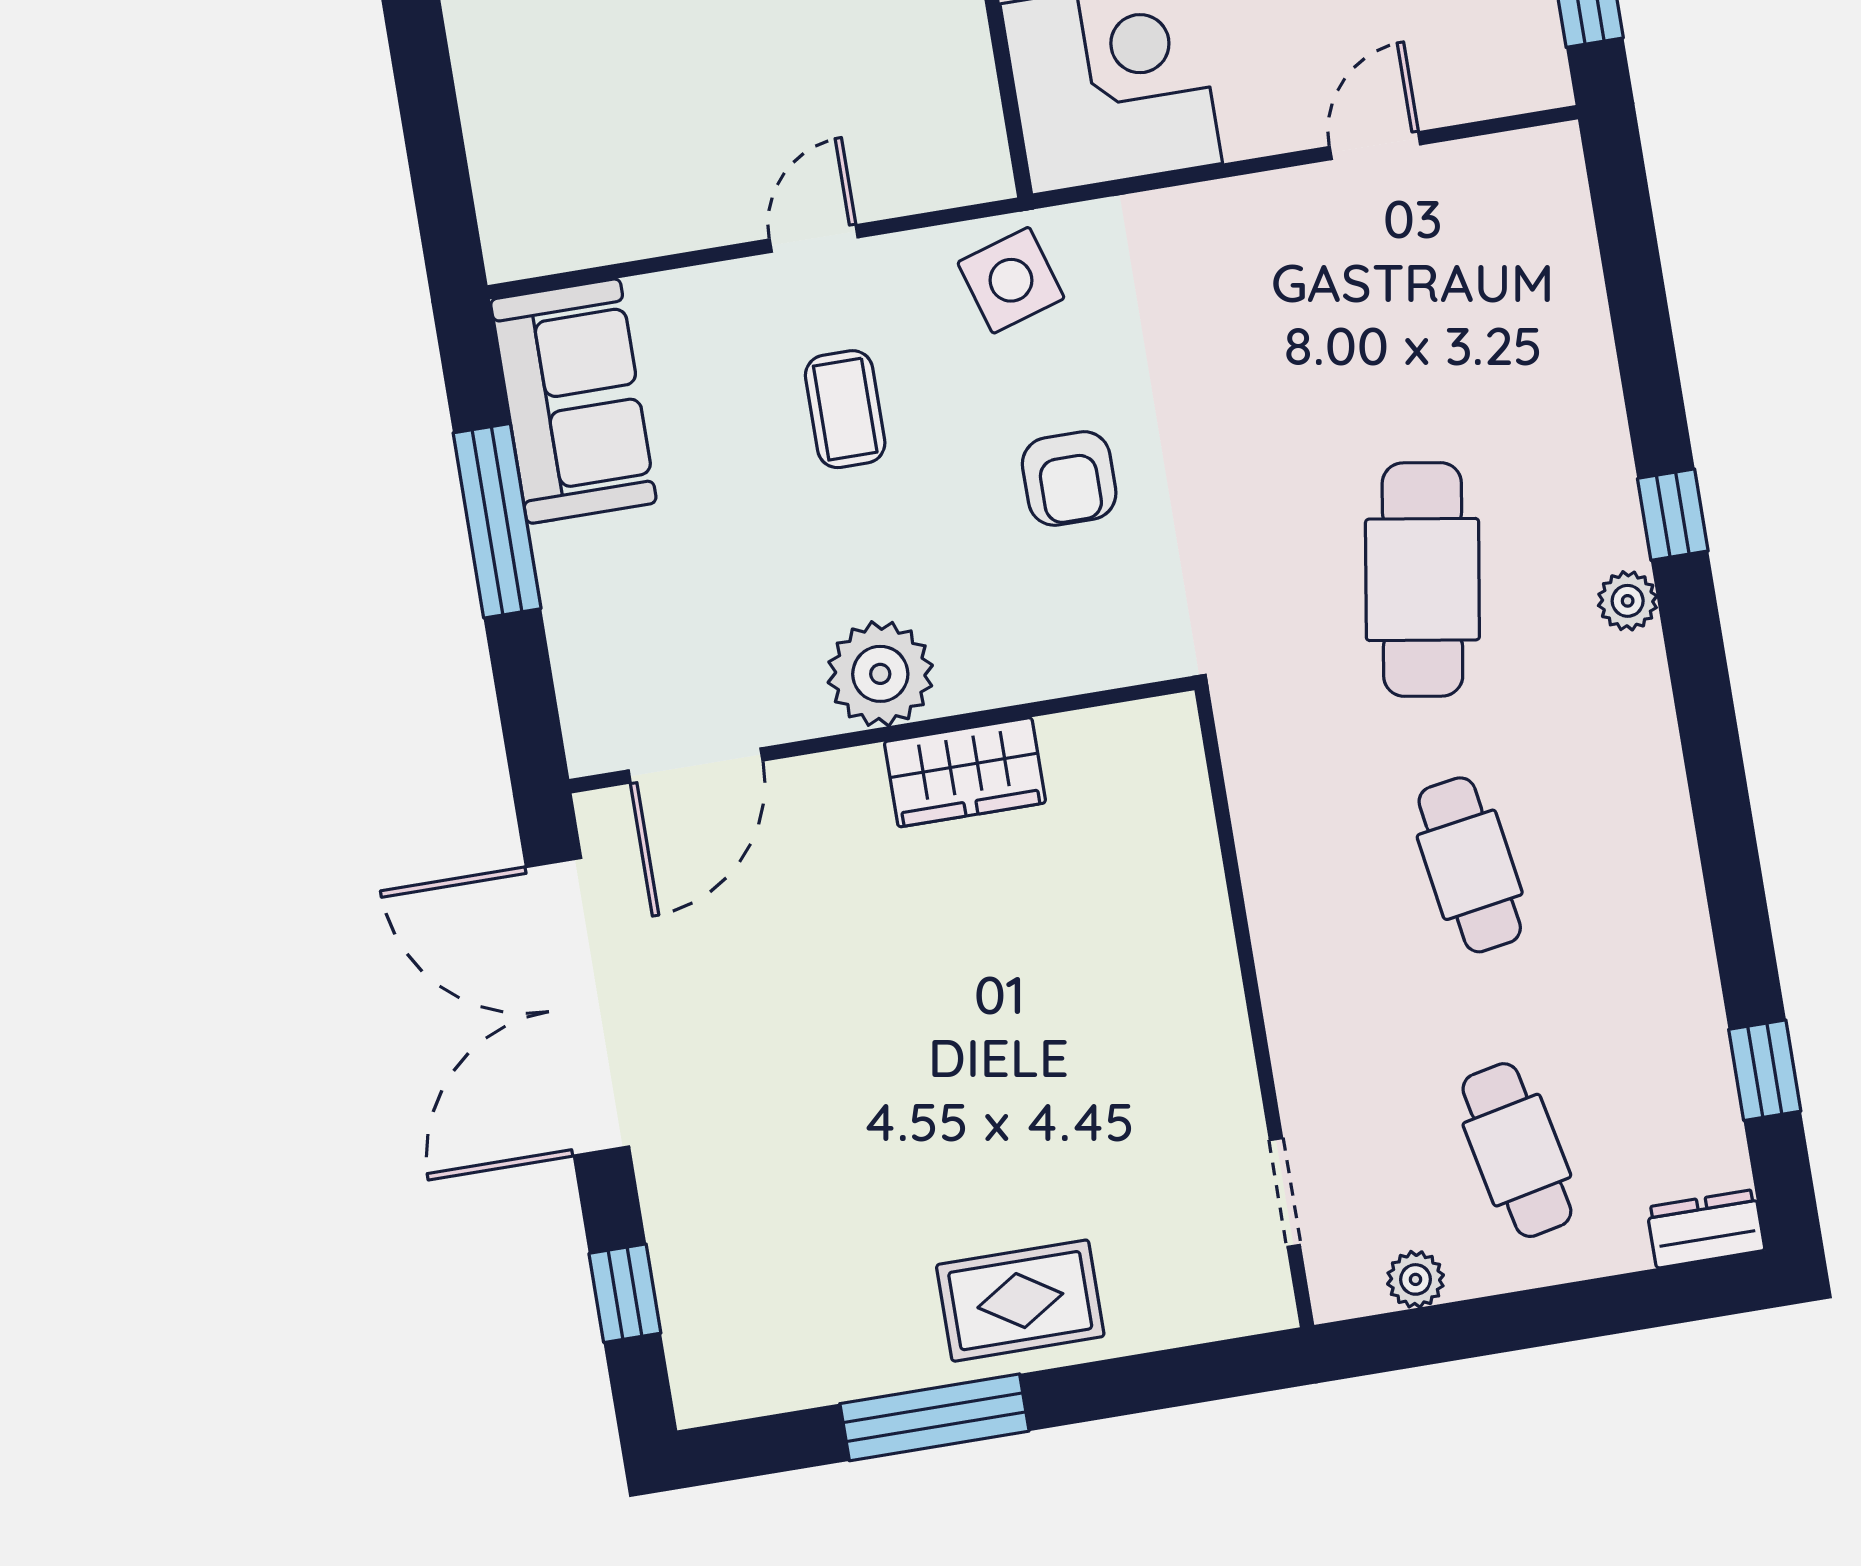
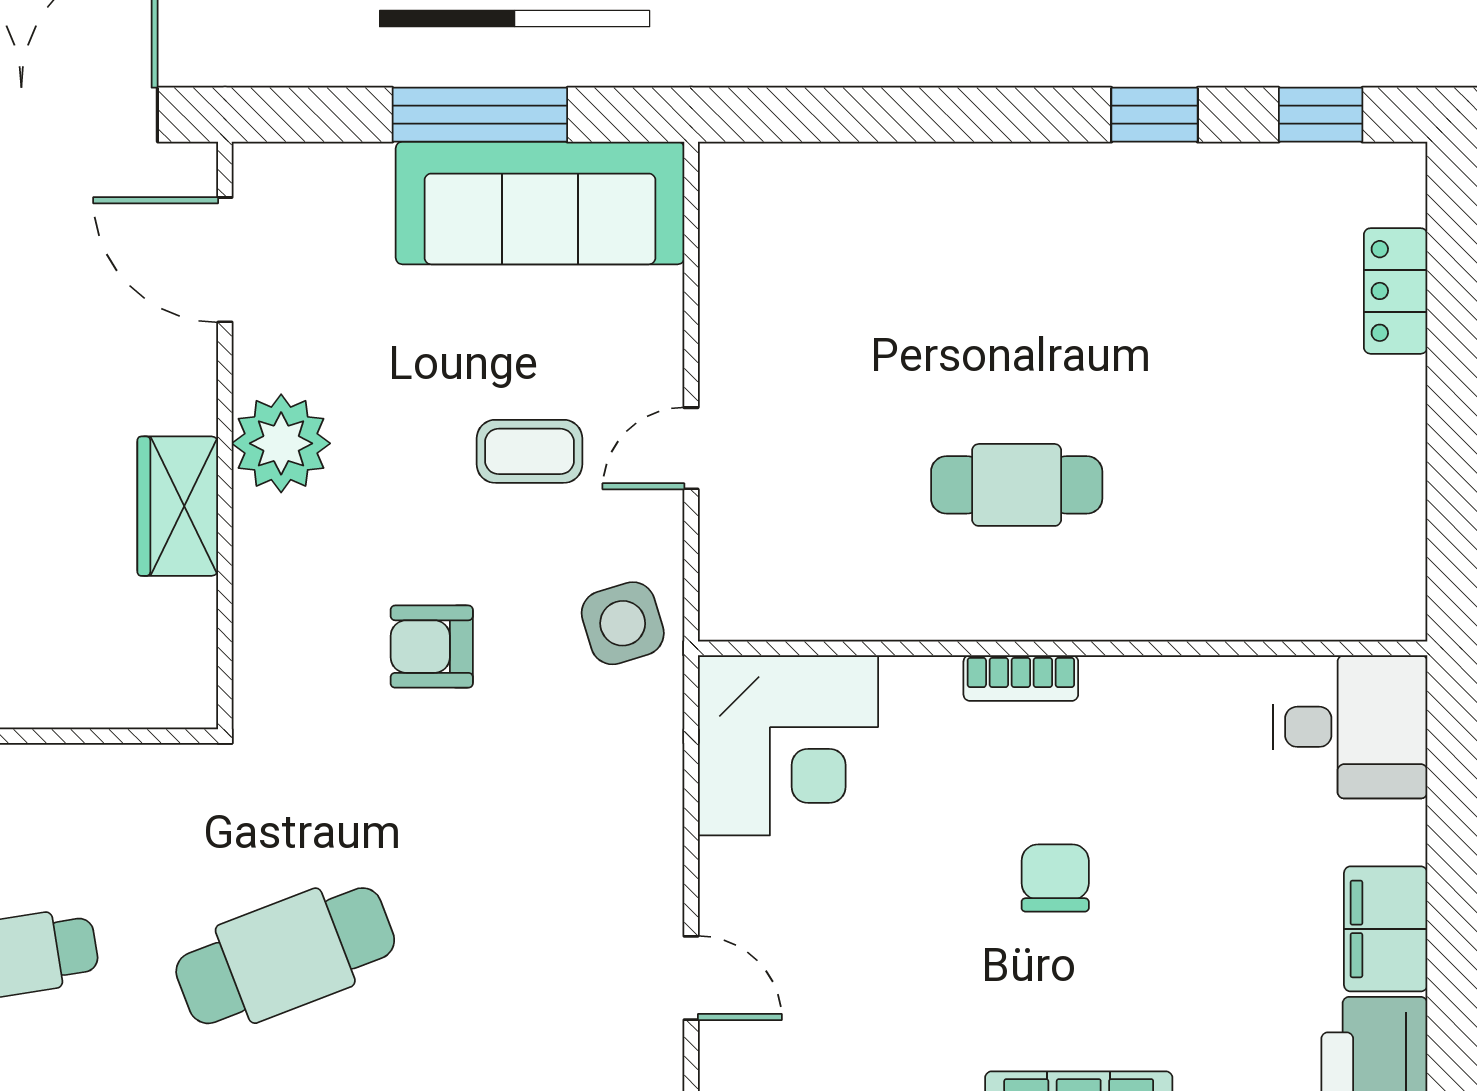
door: (814, 238) -> (691, 448), swing flipped
sofa: (573, 401) -> (540, 203), width x1.36
cafe table: (1422, 580) -> (285, 956), turned -30

